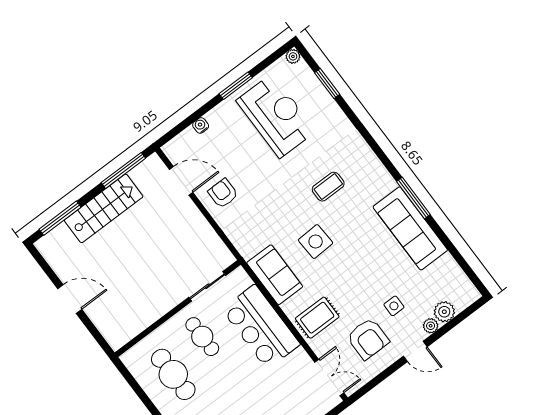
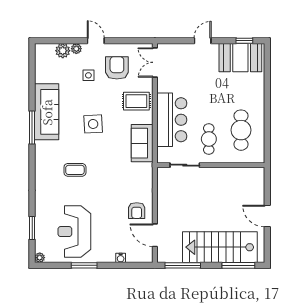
stairs: (104, 208) -> (220, 247), width x1.36, depth x1.51
side table: (316, 242) -> (93, 124), moved

